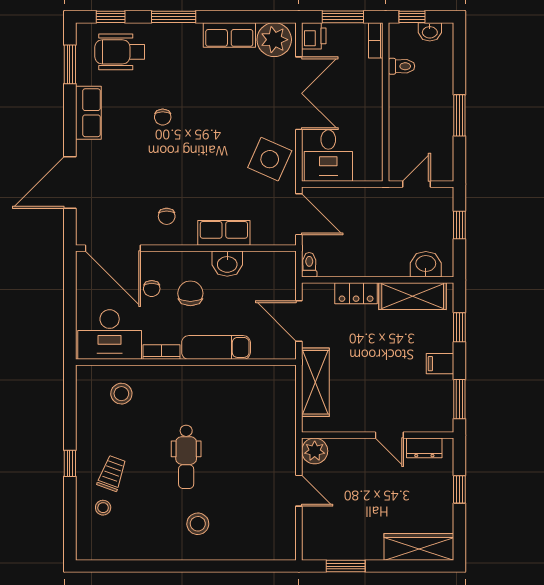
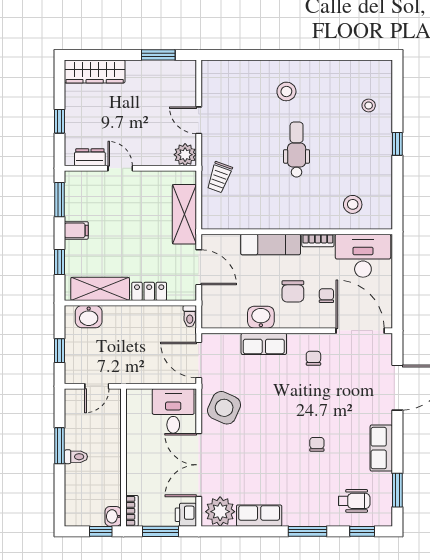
washbasin: (430, 32) -> (113, 516), moved, turned -90
wheelchair: (120, 52) -> (354, 501), width x0.73, depth x0.73
toilet: (402, 66) -> (76, 457), moved, turned 180
trolley: (112, 473) -> (219, 177), moved

